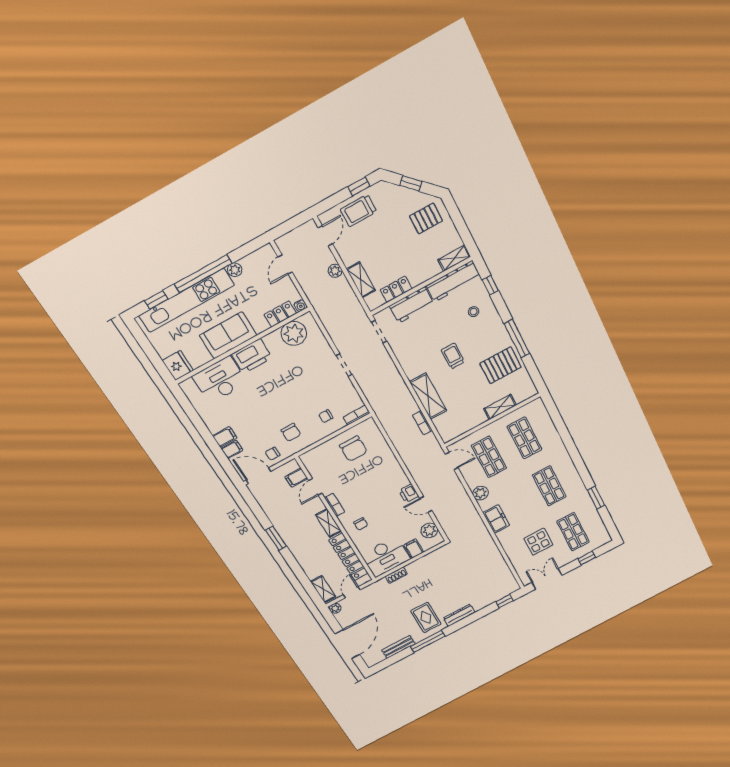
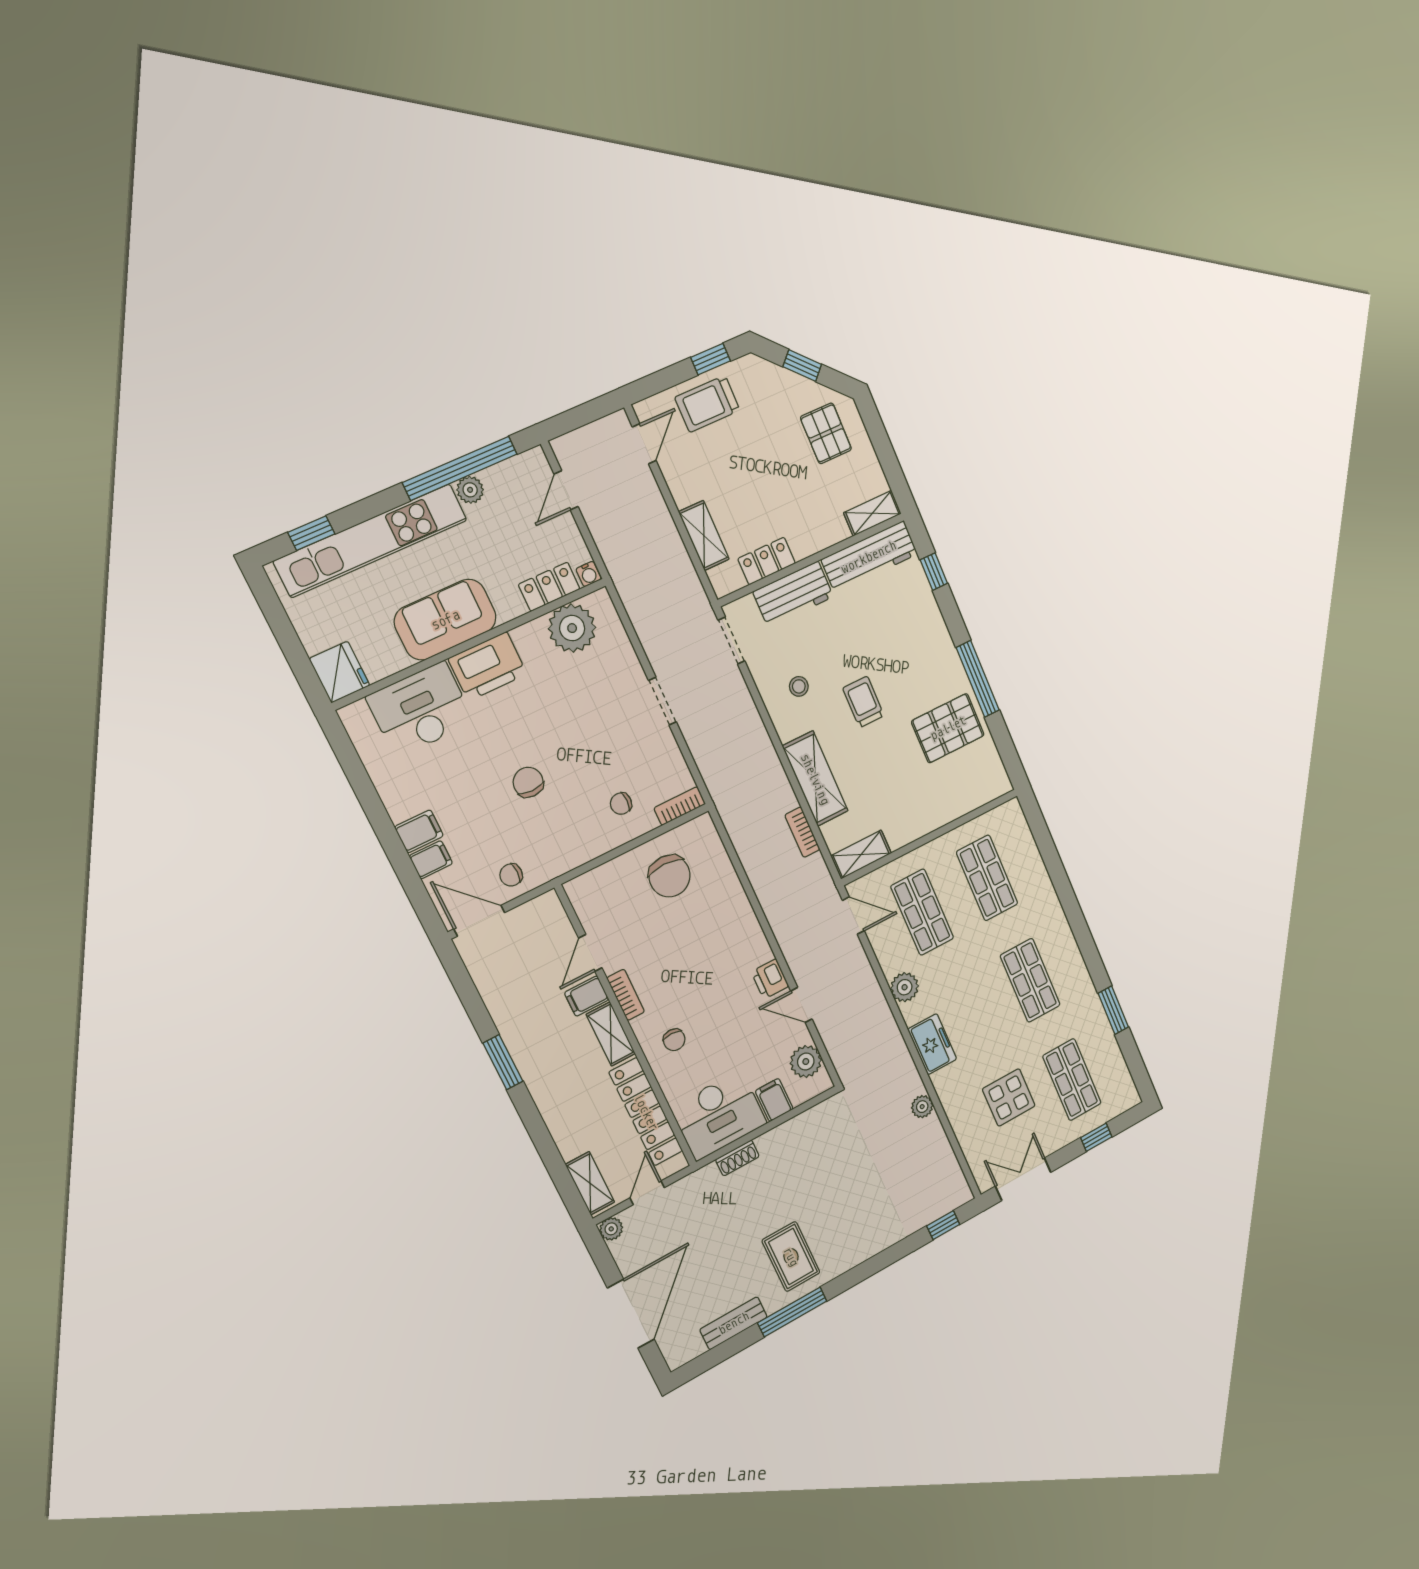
pallet: (426, 218) -> (826, 433), turned 90
plant: (335, 271) -> (922, 1107), moved
window: (203, 274) -> (460, 468), moved
stool: (474, 312) -> (799, 686), moved
shelving: (500, 407) -> (861, 855), moved
chair: (291, 432) -> (528, 782), moved, turned 180
filing cabinet: (296, 478) -> (587, 996), moved
dresser: (459, 615) -> (856, 1254), removed

